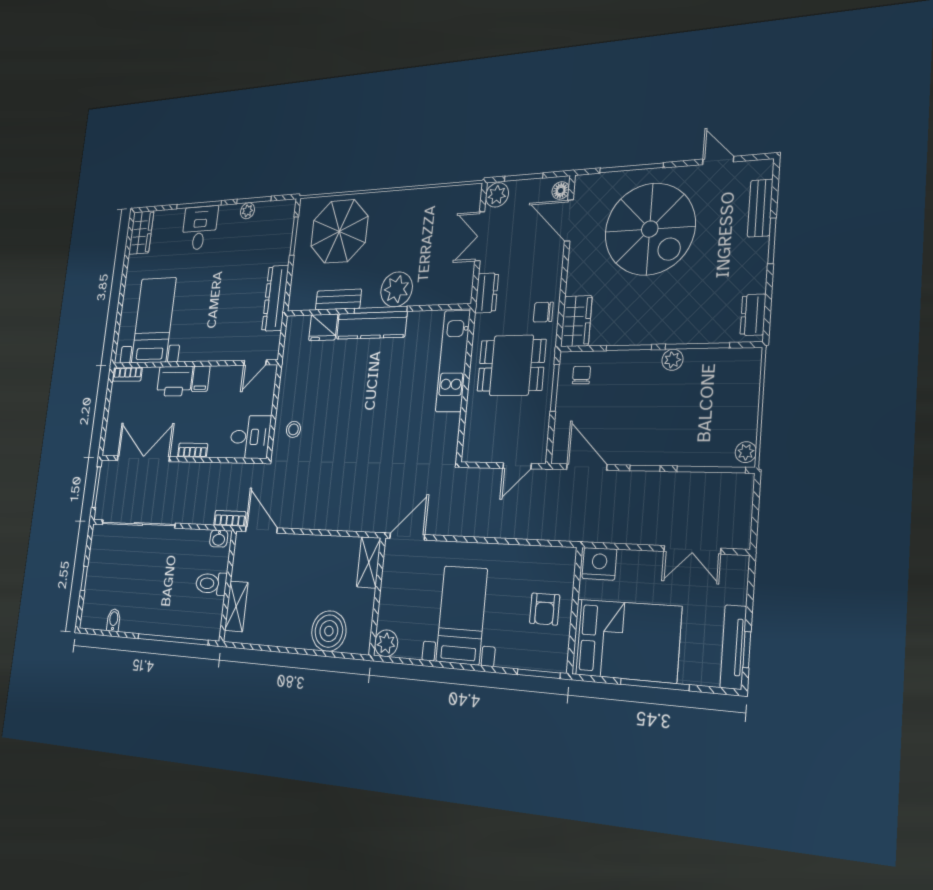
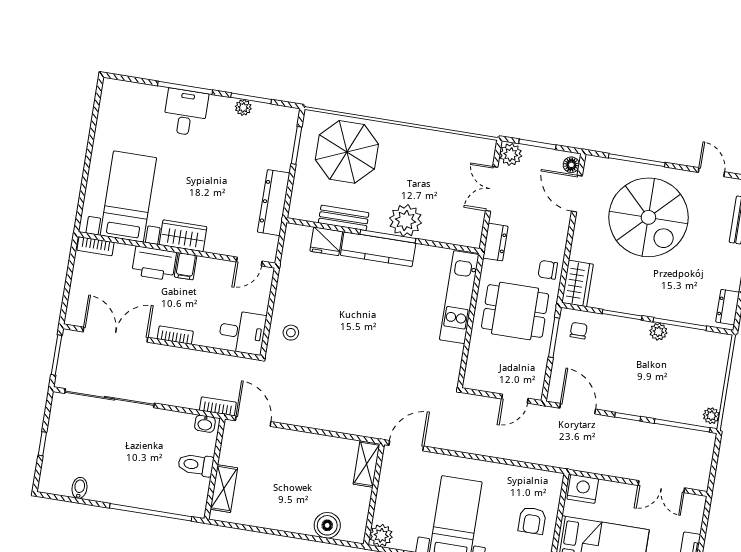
wardrobe: (141, 233) -> (183, 236), moved, turned -90
boiler: (329, 631) -> (327, 525), width x0.73, depth x0.73

